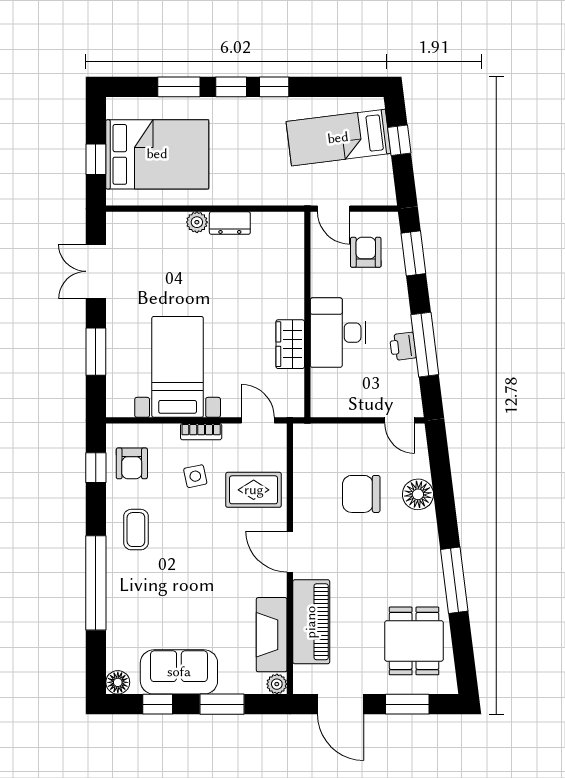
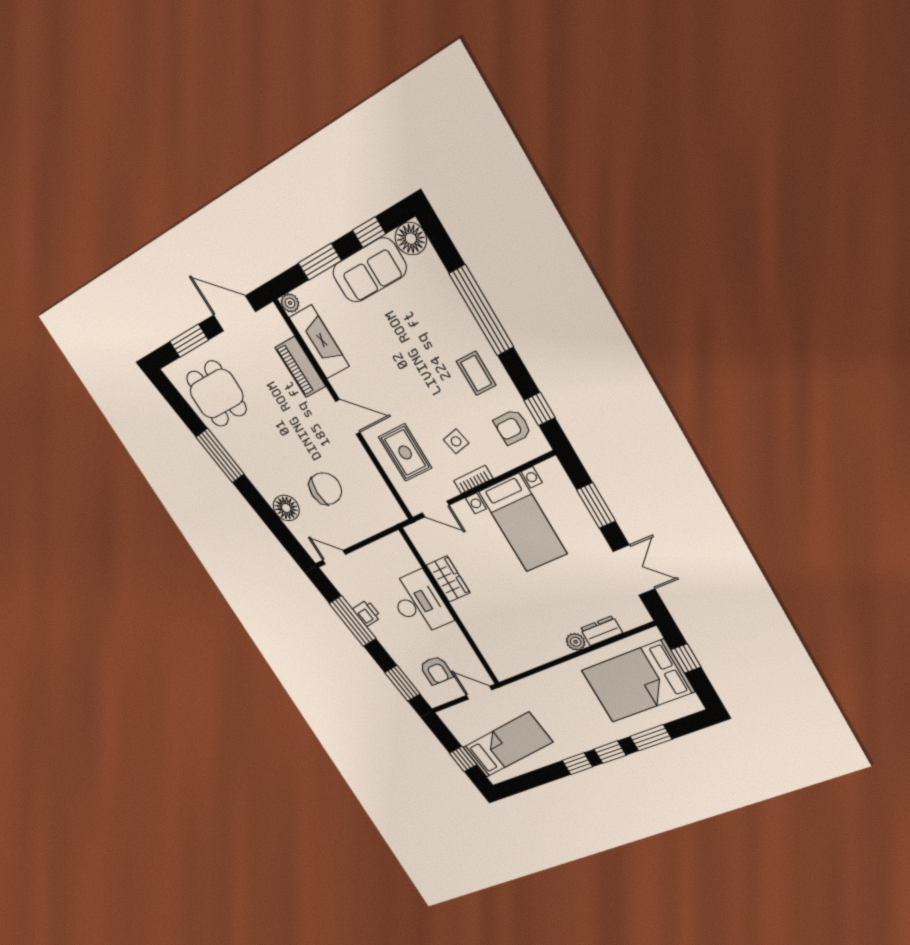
dresser: (230, 223) -> (601, 631), moved
armchair: (132, 463) -> (512, 427), turned -90
rug: (254, 490) -> (405, 453), turned 90
piano: (311, 622) -> (300, 367), width x0.73, depth x0.75
floor lamp: (118, 682) -> (411, 239), width x1.38, depth x1.38

